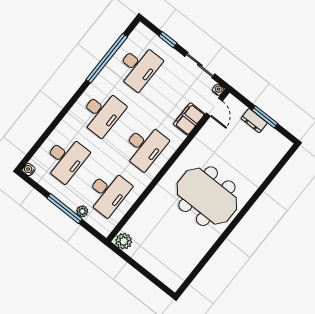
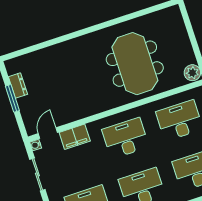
dresser: (254, 121) -> (18, 86), moved
meeting table: (207, 196) -> (135, 64), moved

